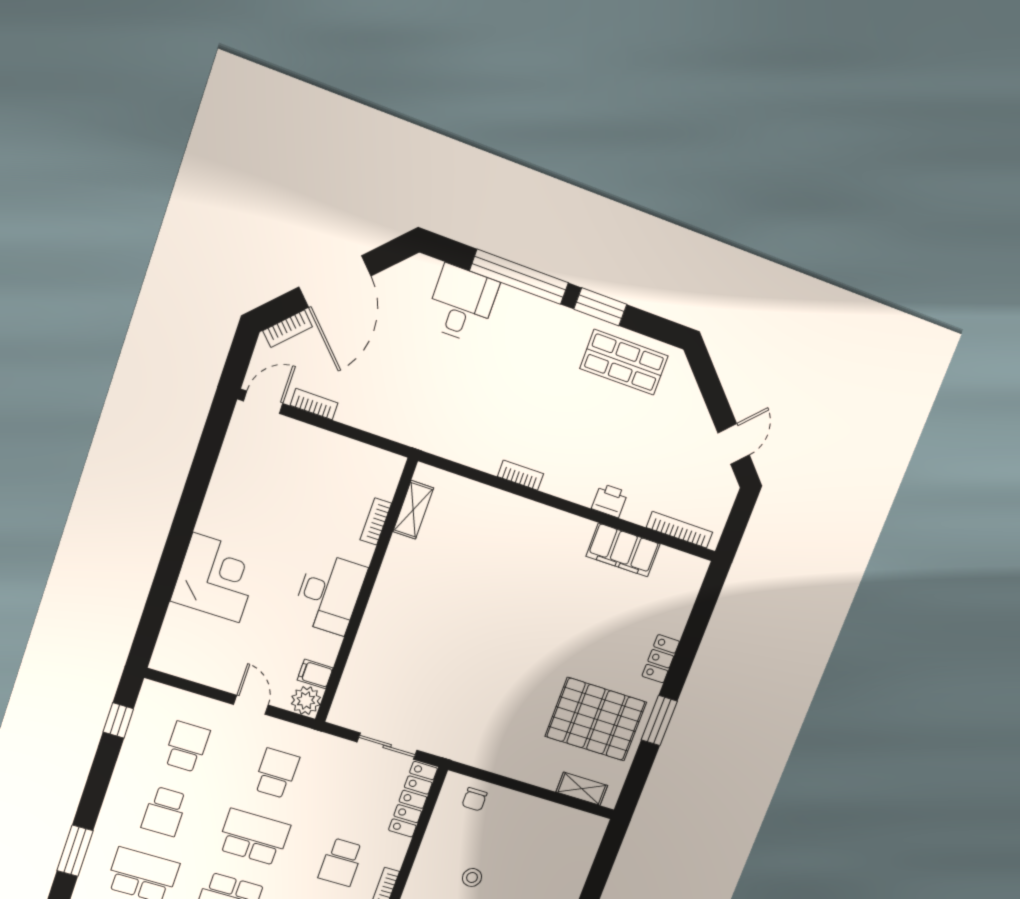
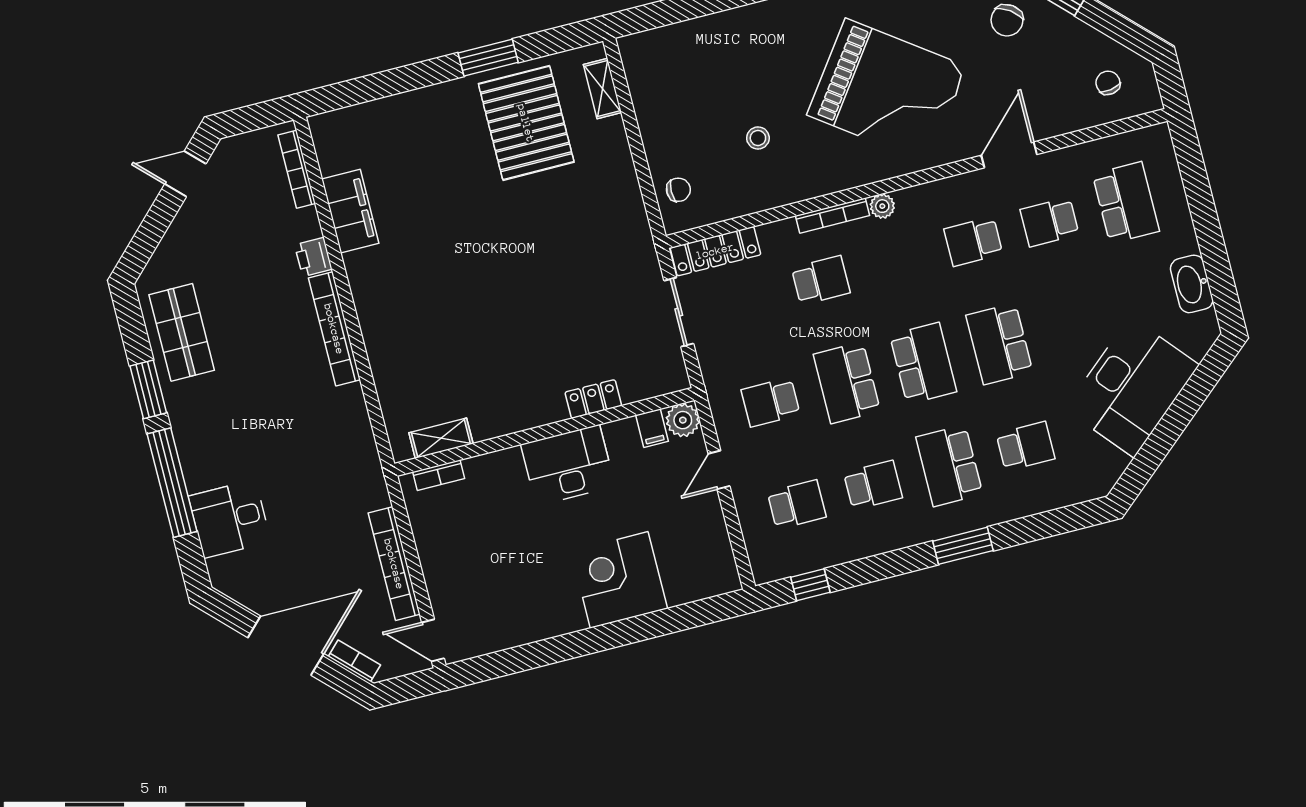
bookcase: (314, 404) -> (394, 564), width x2.31, depth x1.31
bookcase: (520, 475) -> (334, 329), width x2.31, depth x1.31
bookcase: (376, 521) -> (439, 475), moved
locker: (661, 659) -> (593, 399), moved, turned 180
school desk: (187, 747) -> (797, 505), turned 180

